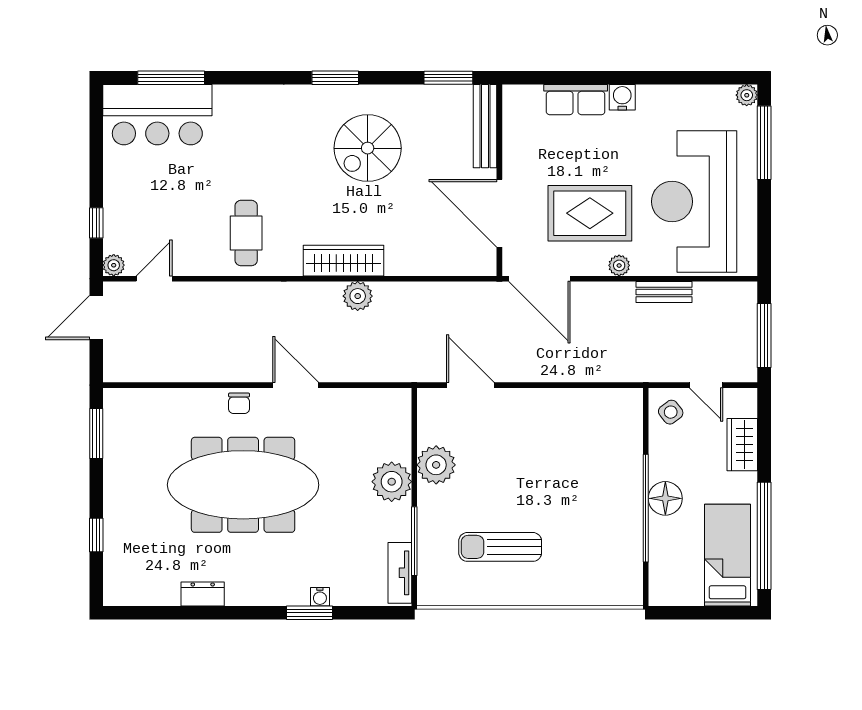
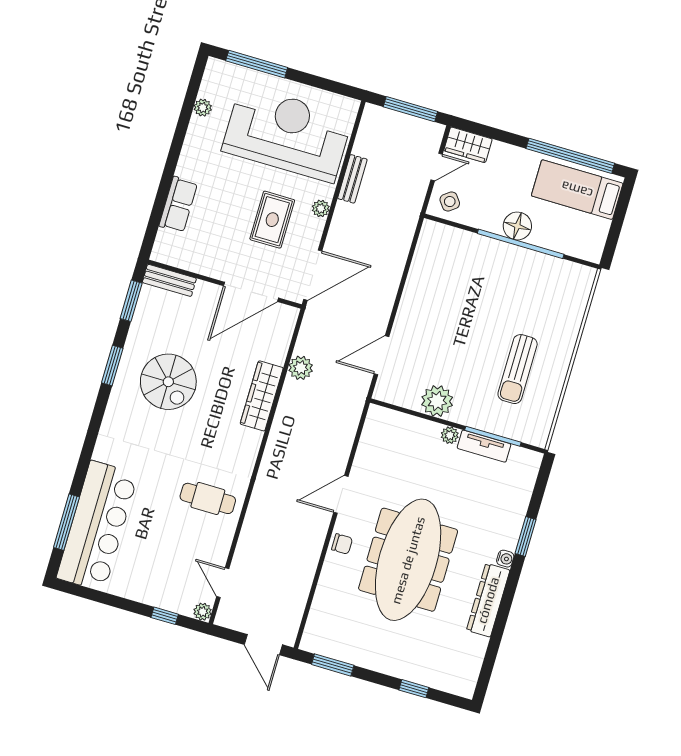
window: (335, 78) -> (112, 366), moved
plant: (747, 95) -> (203, 108), moved
water cooler: (622, 97) -> (187, 167), removed
bar counter: (157, 115) -> (97, 526), width x1.36
bench: (485, 126) -> (169, 280), width x0.73
reception desk: (694, 202) -> (287, 134), turned 180
rug: (590, 213) -> (272, 220), width x0.73, depth x0.70
wardrobe: (344, 261) -> (262, 396), moved
plant: (358, 296) -> (301, 368), moved
door: (96, 318) -> (263, 645), moved
wardrobe: (742, 445) -> (468, 145), moved
plant: (392, 482) -> (450, 435), width x0.53, depth x0.53
tv unit: (400, 573) -> (484, 446), moved
dresser: (203, 594) -> (488, 600), width x1.96, depth x1.24
water cooler: (320, 597) -> (505, 559), moved

